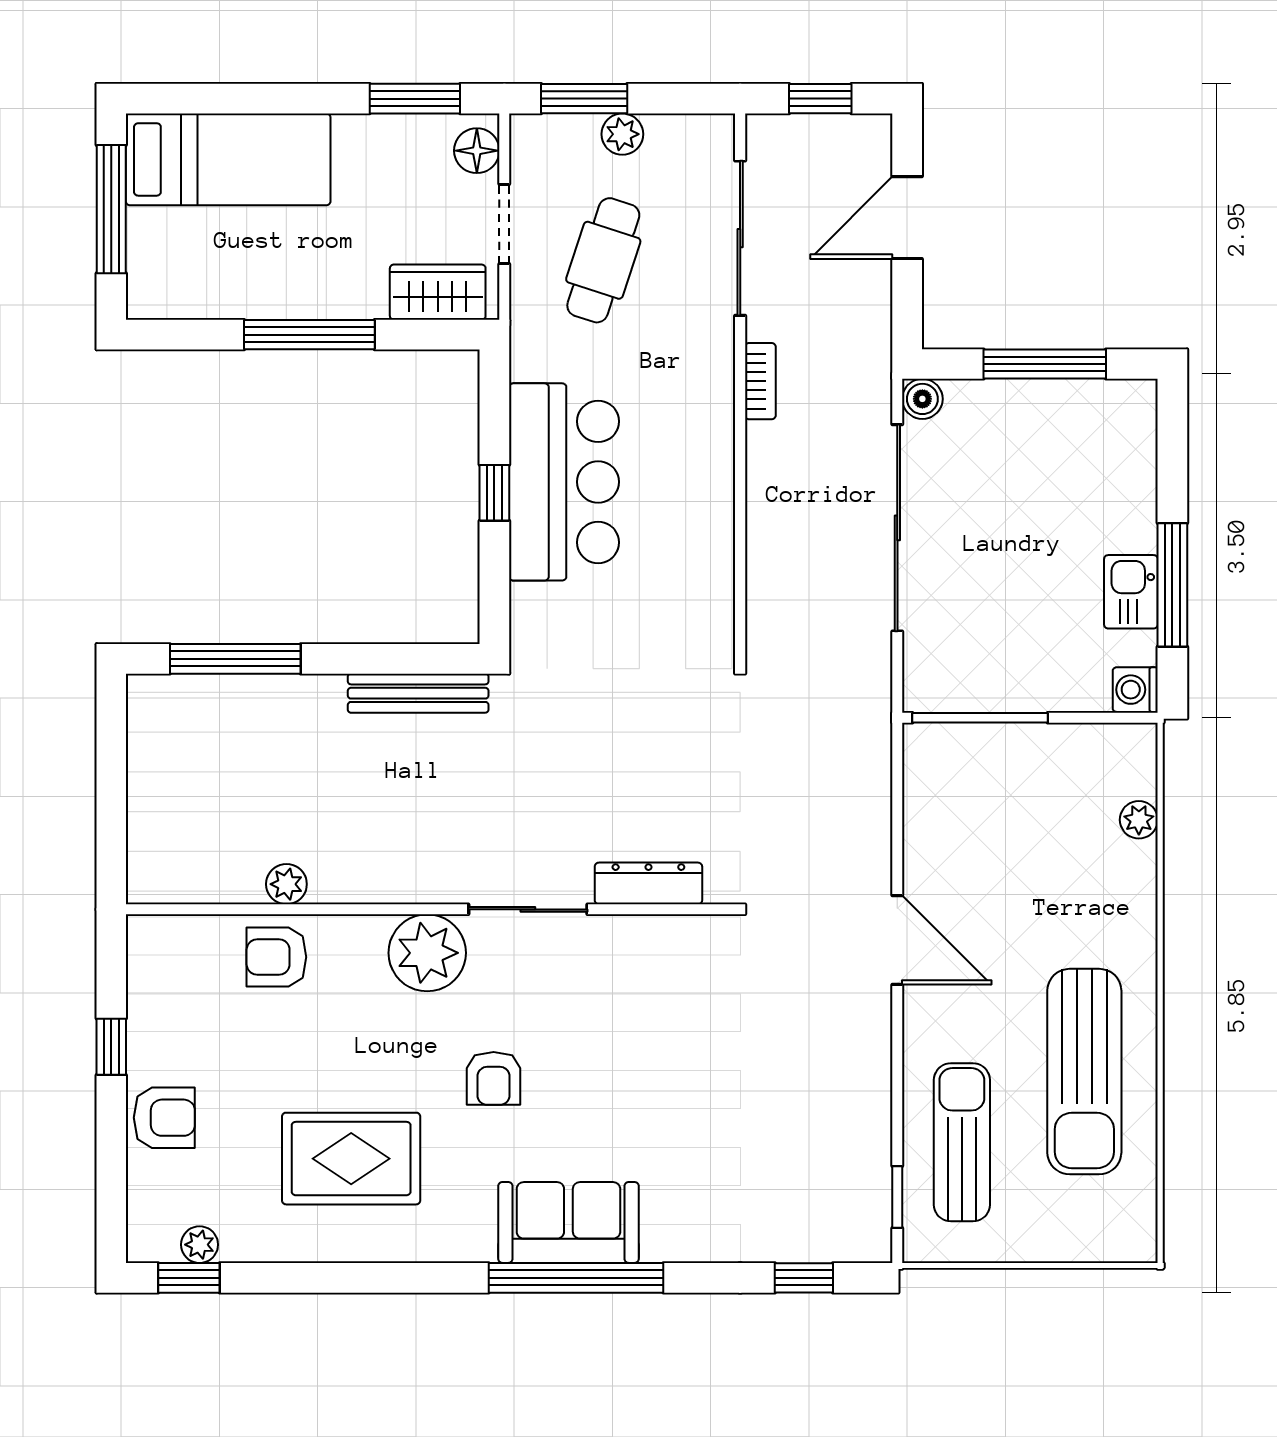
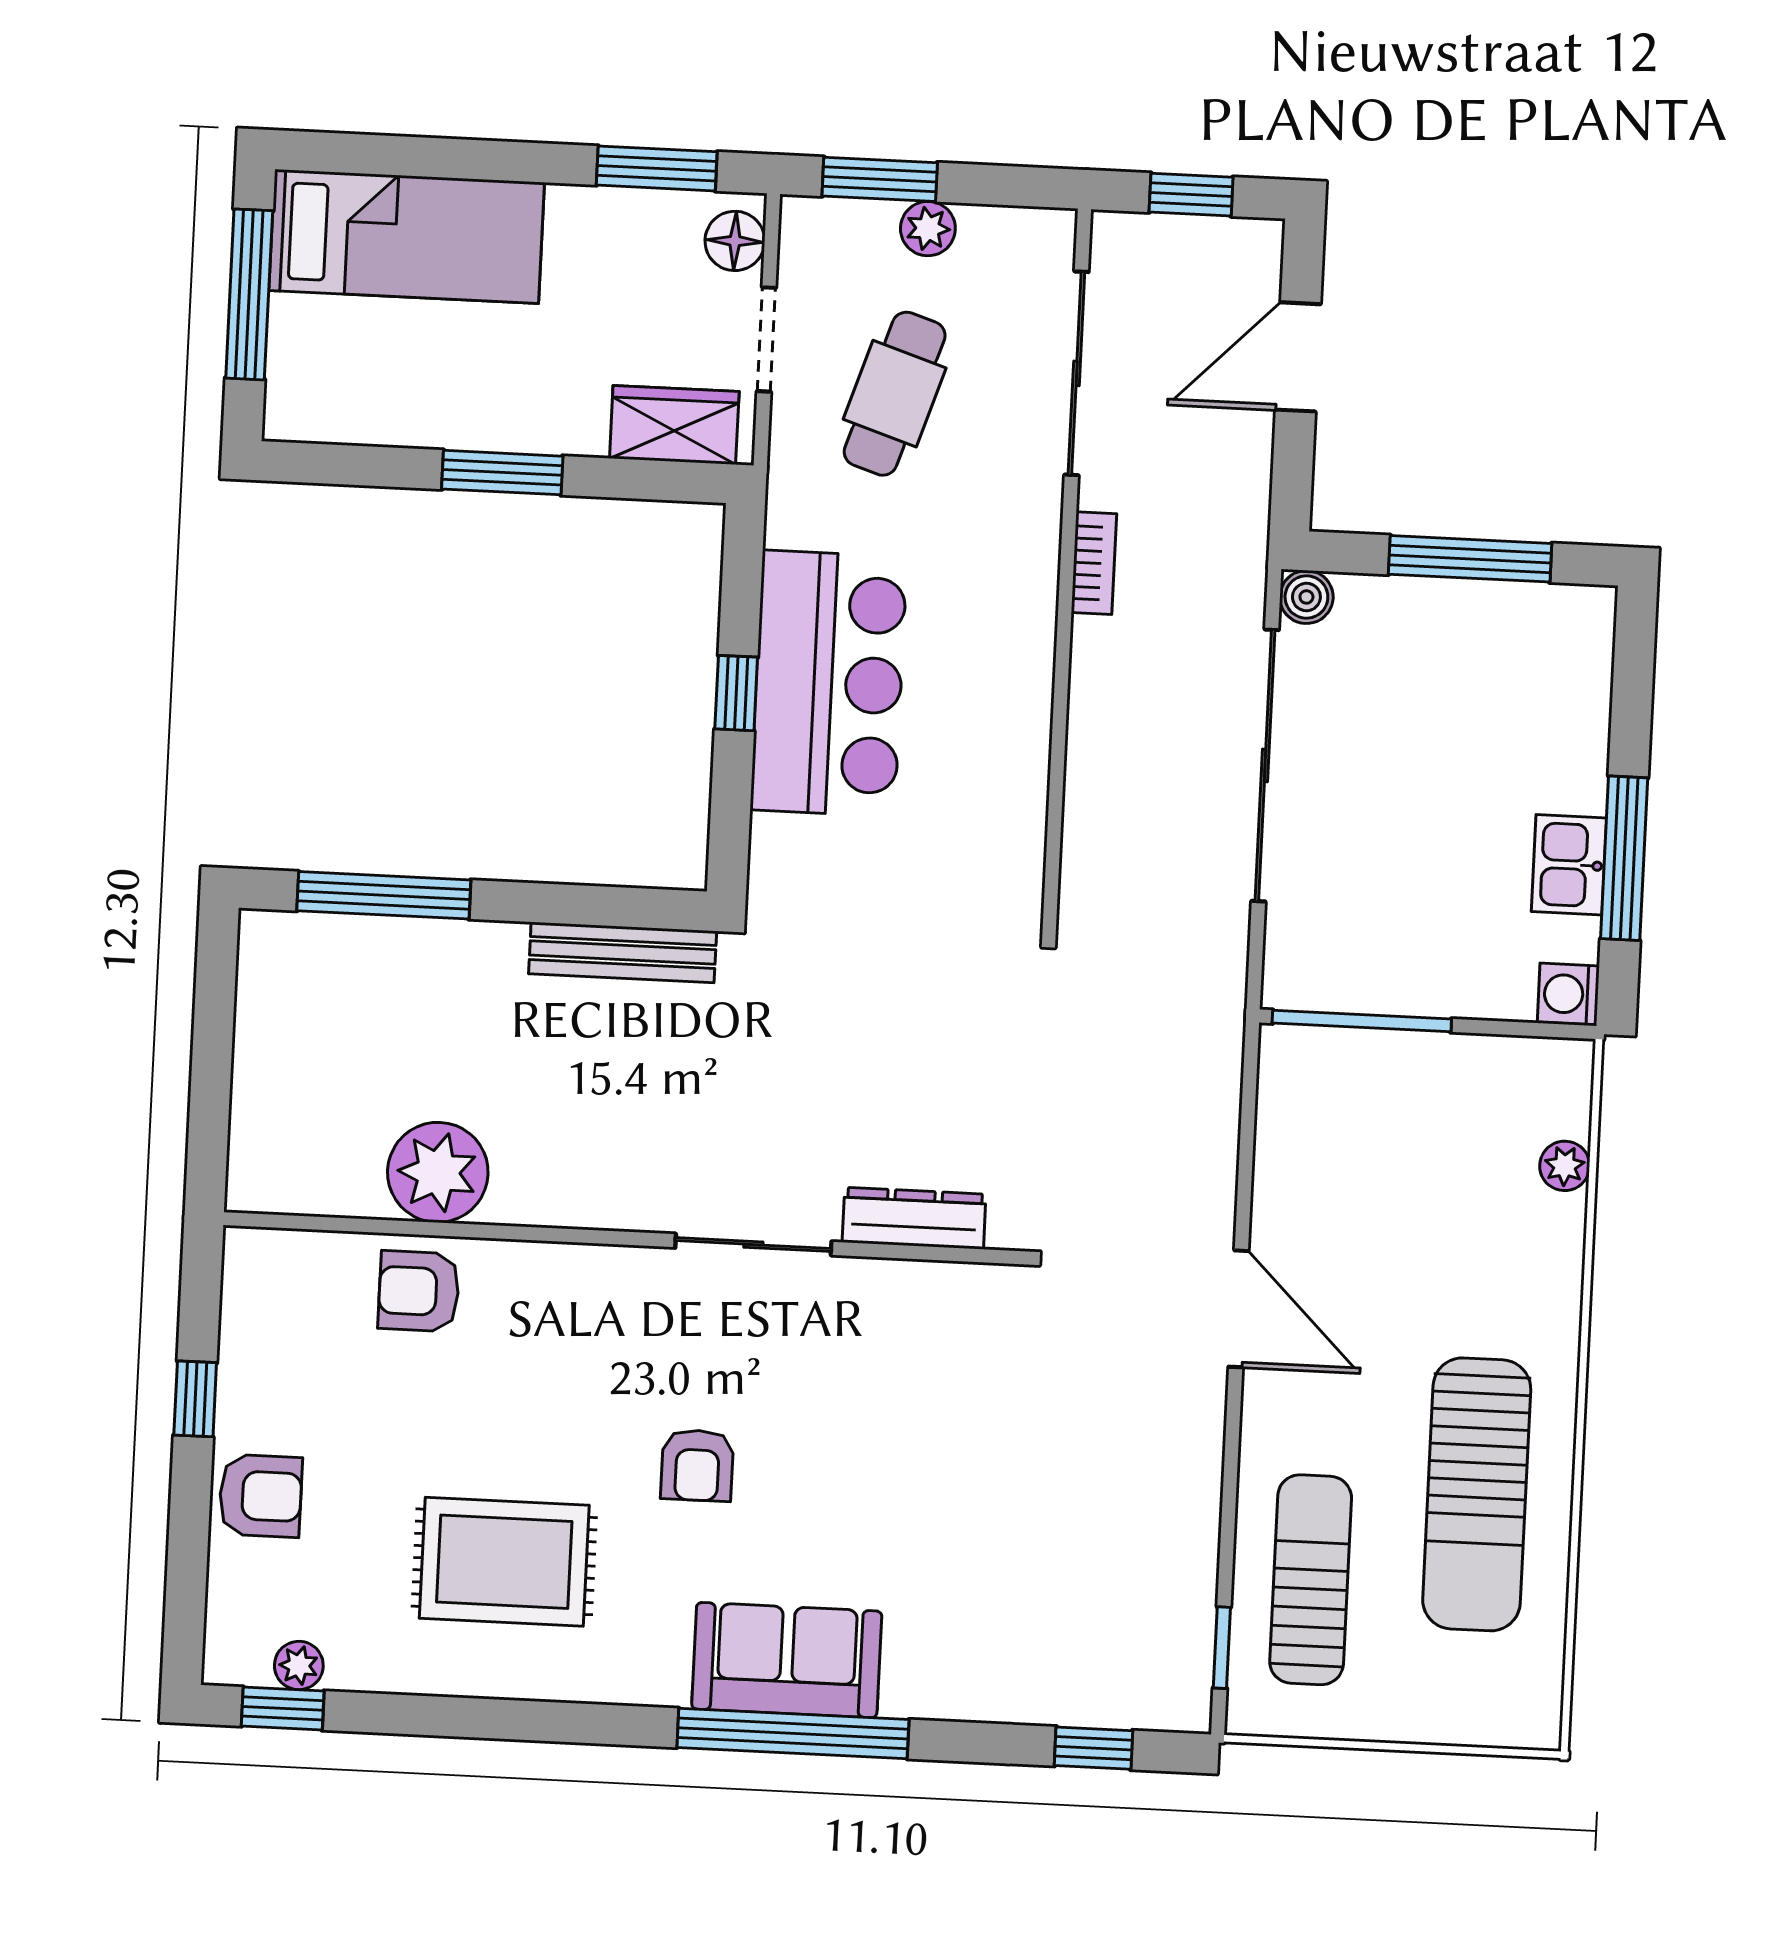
window: (309, 335) -> (502, 473), width x0.69
plant: (286, 884) -> (438, 1172), width x1.88, depth x1.88
plant: (427, 953) -> (618, 1295), removed

